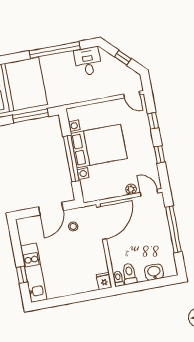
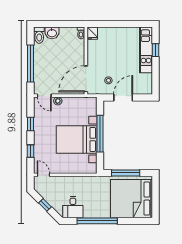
toilet: (129, 274) -> (39, 35), moved

